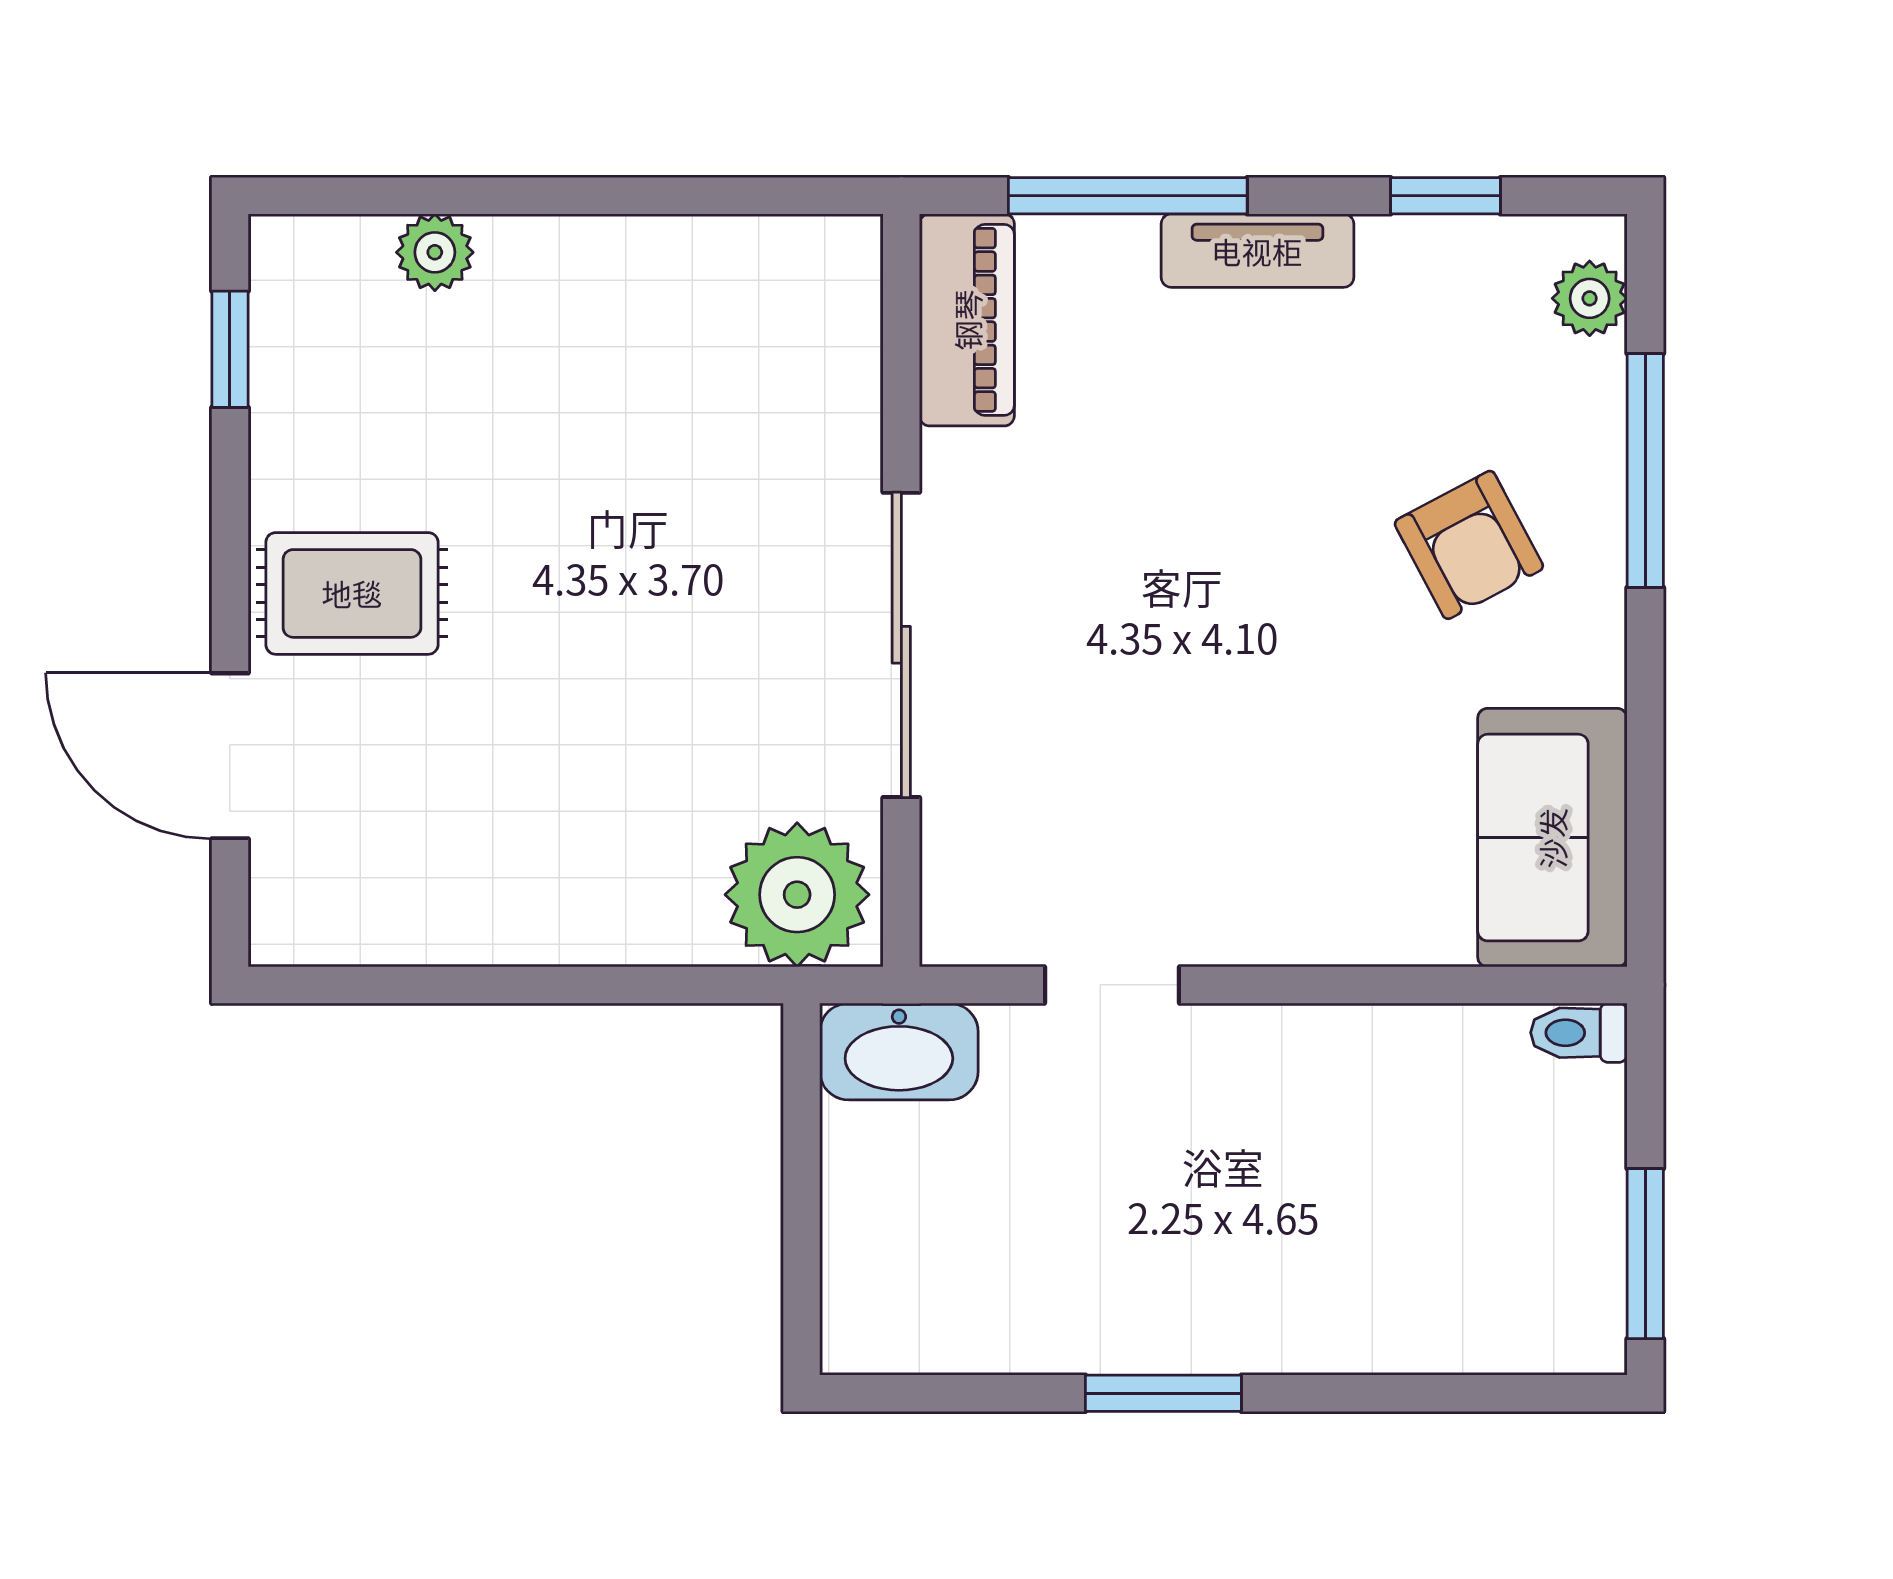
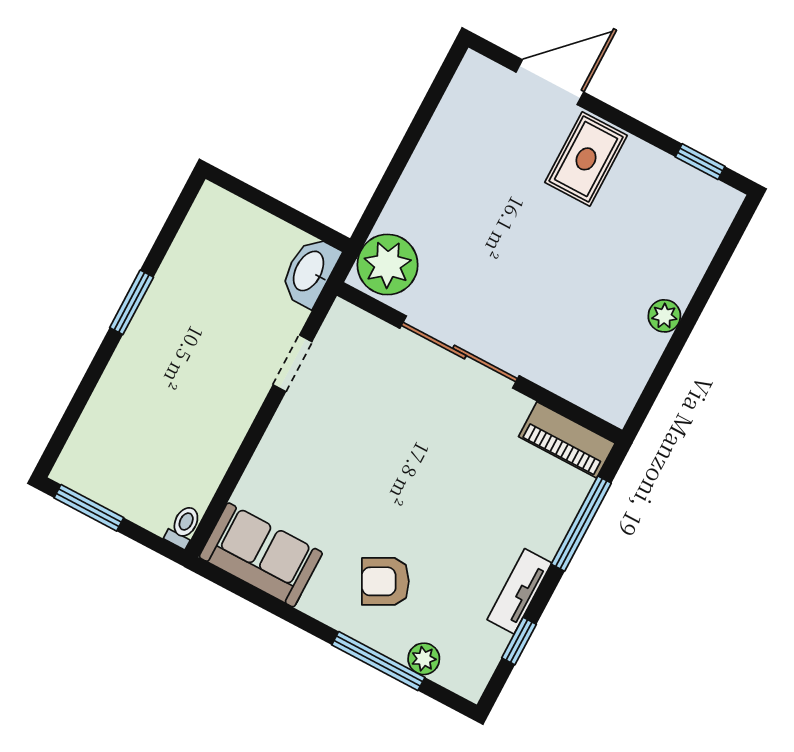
tv unit: (1257, 251) -> (519, 591), moved
plant: (435, 252) -> (664, 316), moved
plant: (1590, 298) -> (424, 659), moved

